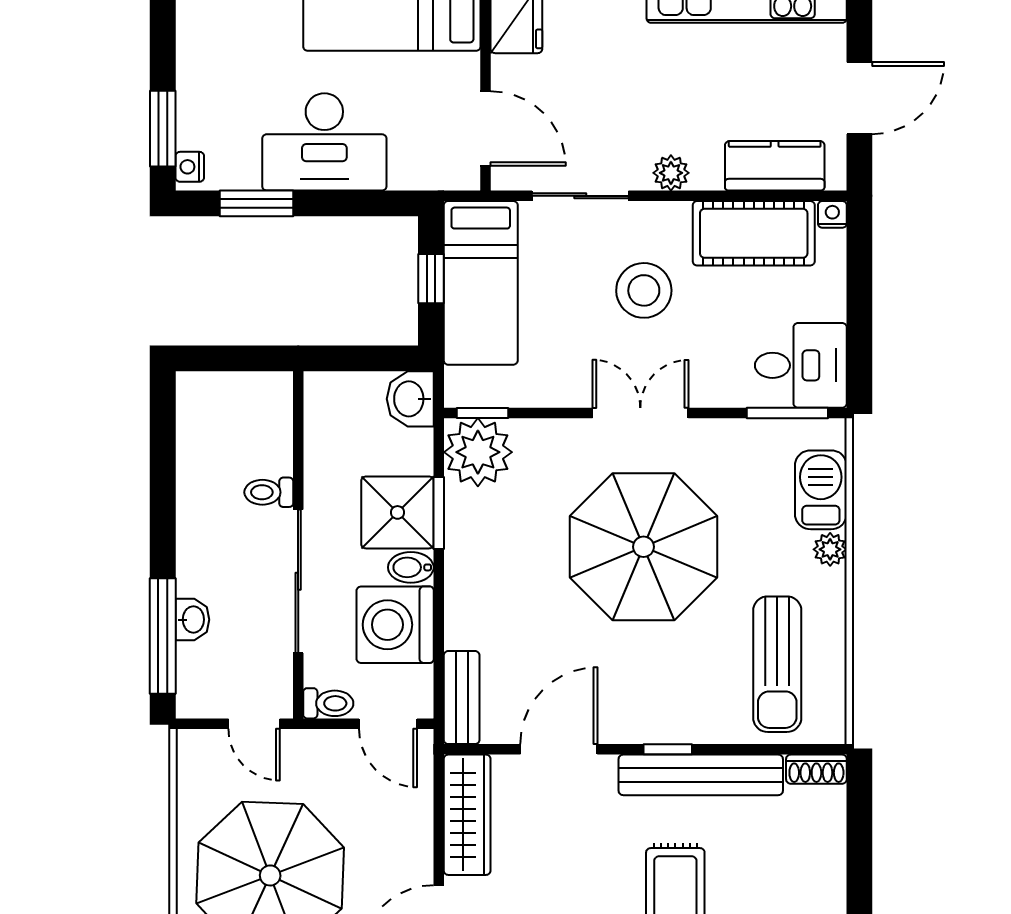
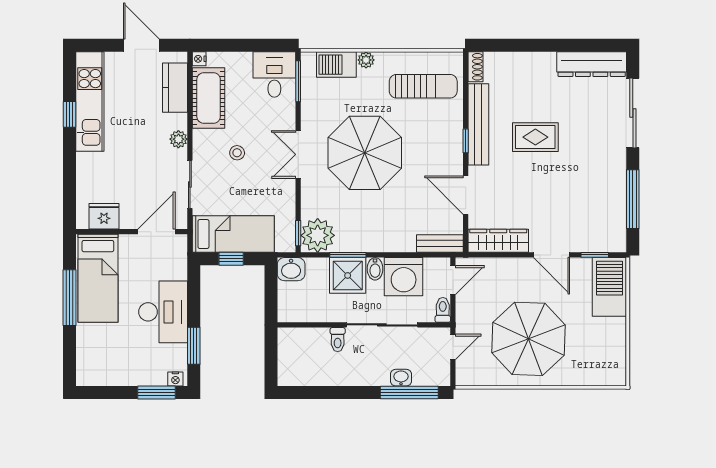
stool: (644, 290) -> (237, 153), width x0.53, depth x0.53

